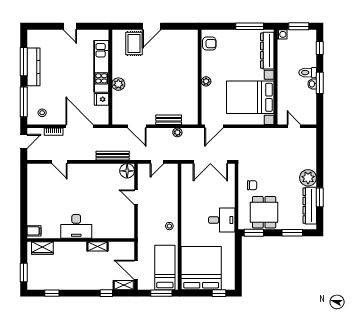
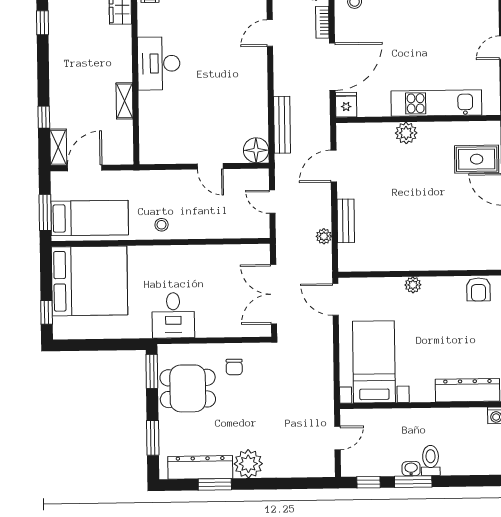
window: (320, 48) -> (368, 482), moved
bed with nightstands: (250, 97) -> (374, 362), width x0.73
fridge: (101, 99) -> (346, 105), moved
door: (136, 197) -> (210, 166), swing flipped

